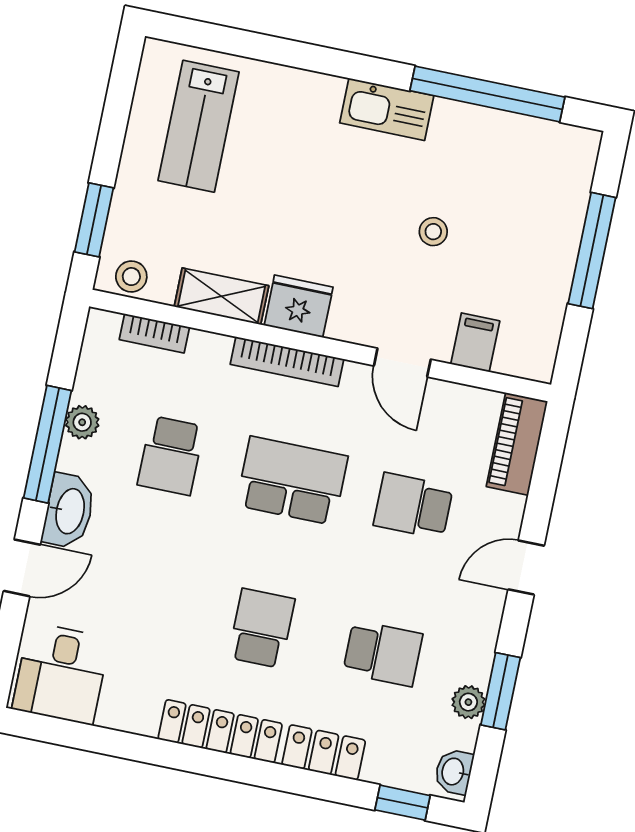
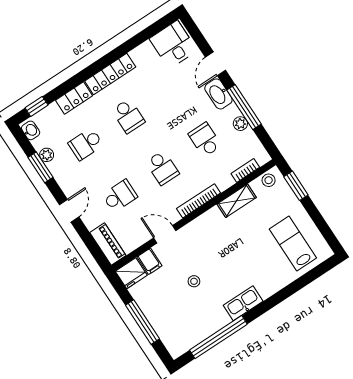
fridge: (299, 306) -> (131, 273), moved
school desk: (292, 481) -> (162, 168), width x0.54

